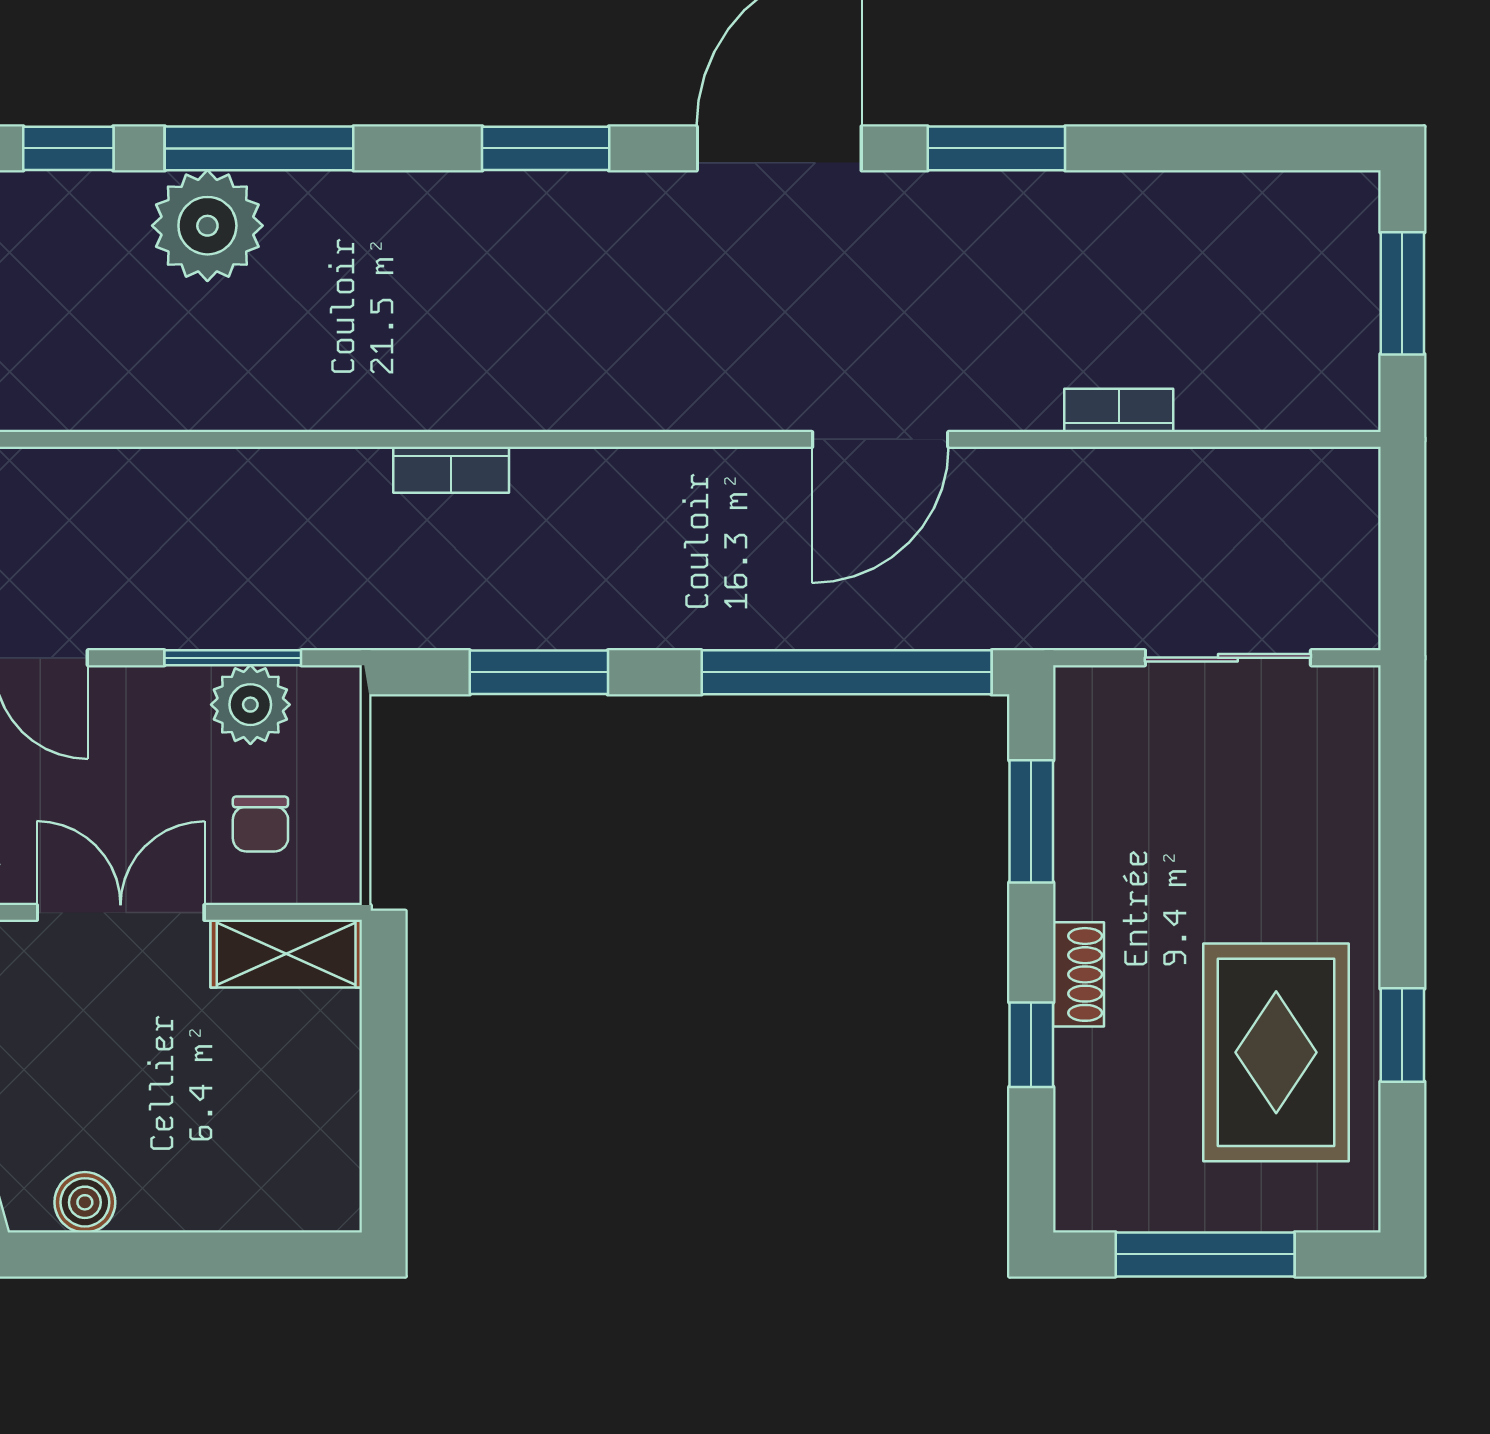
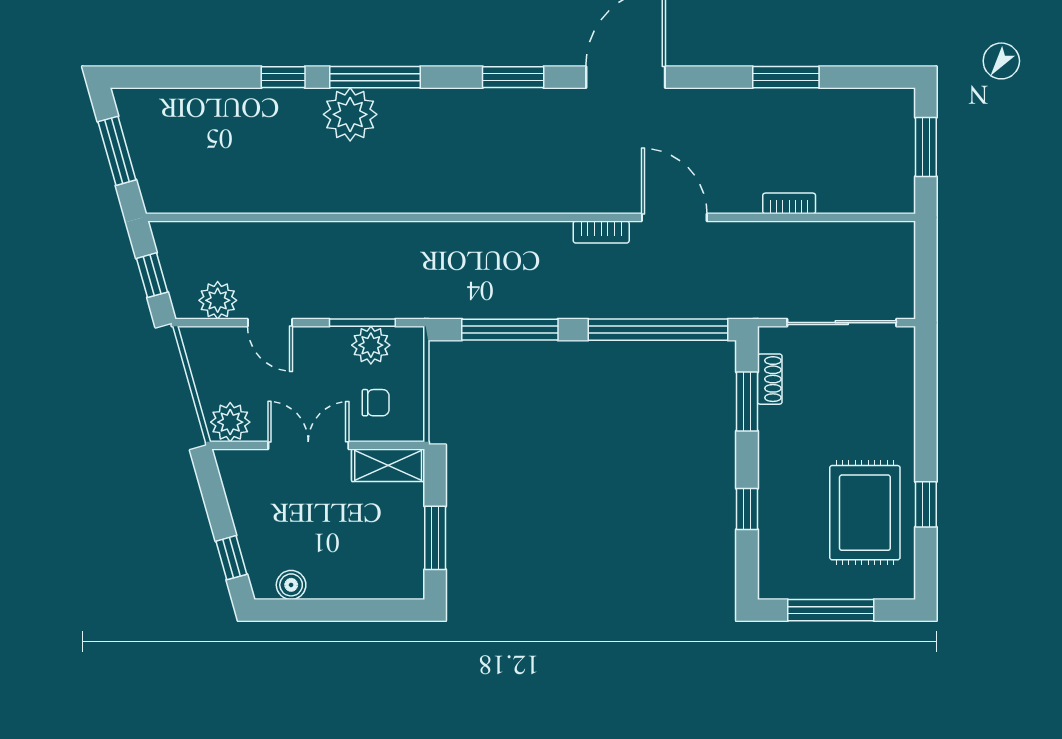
window: (996, 148) -> (786, 77), moved
door: (880, 439) -> (674, 217), swing flipped
bookcase: (451, 470) -> (601, 232), moved
sliding door: (1228, 658) -> (842, 323), width x1.37
window: (539, 672) -> (510, 330), width x1.44
chair: (260, 824) -> (376, 403), turned -90
shoe rack: (1078, 974) -> (770, 379), moved
window: (384, 1104) -> (435, 538), added

